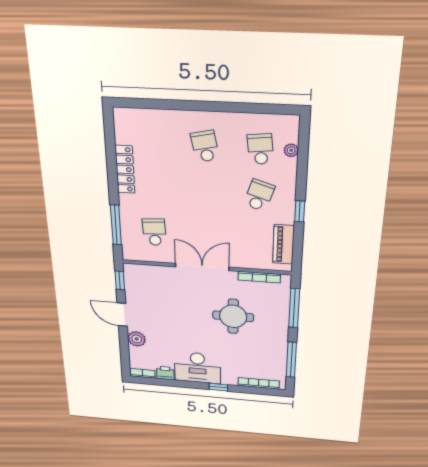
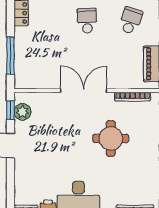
school desk: (154, 232) -> (87, 21), moved
plant: (137, 339) -> (22, 112), moved

